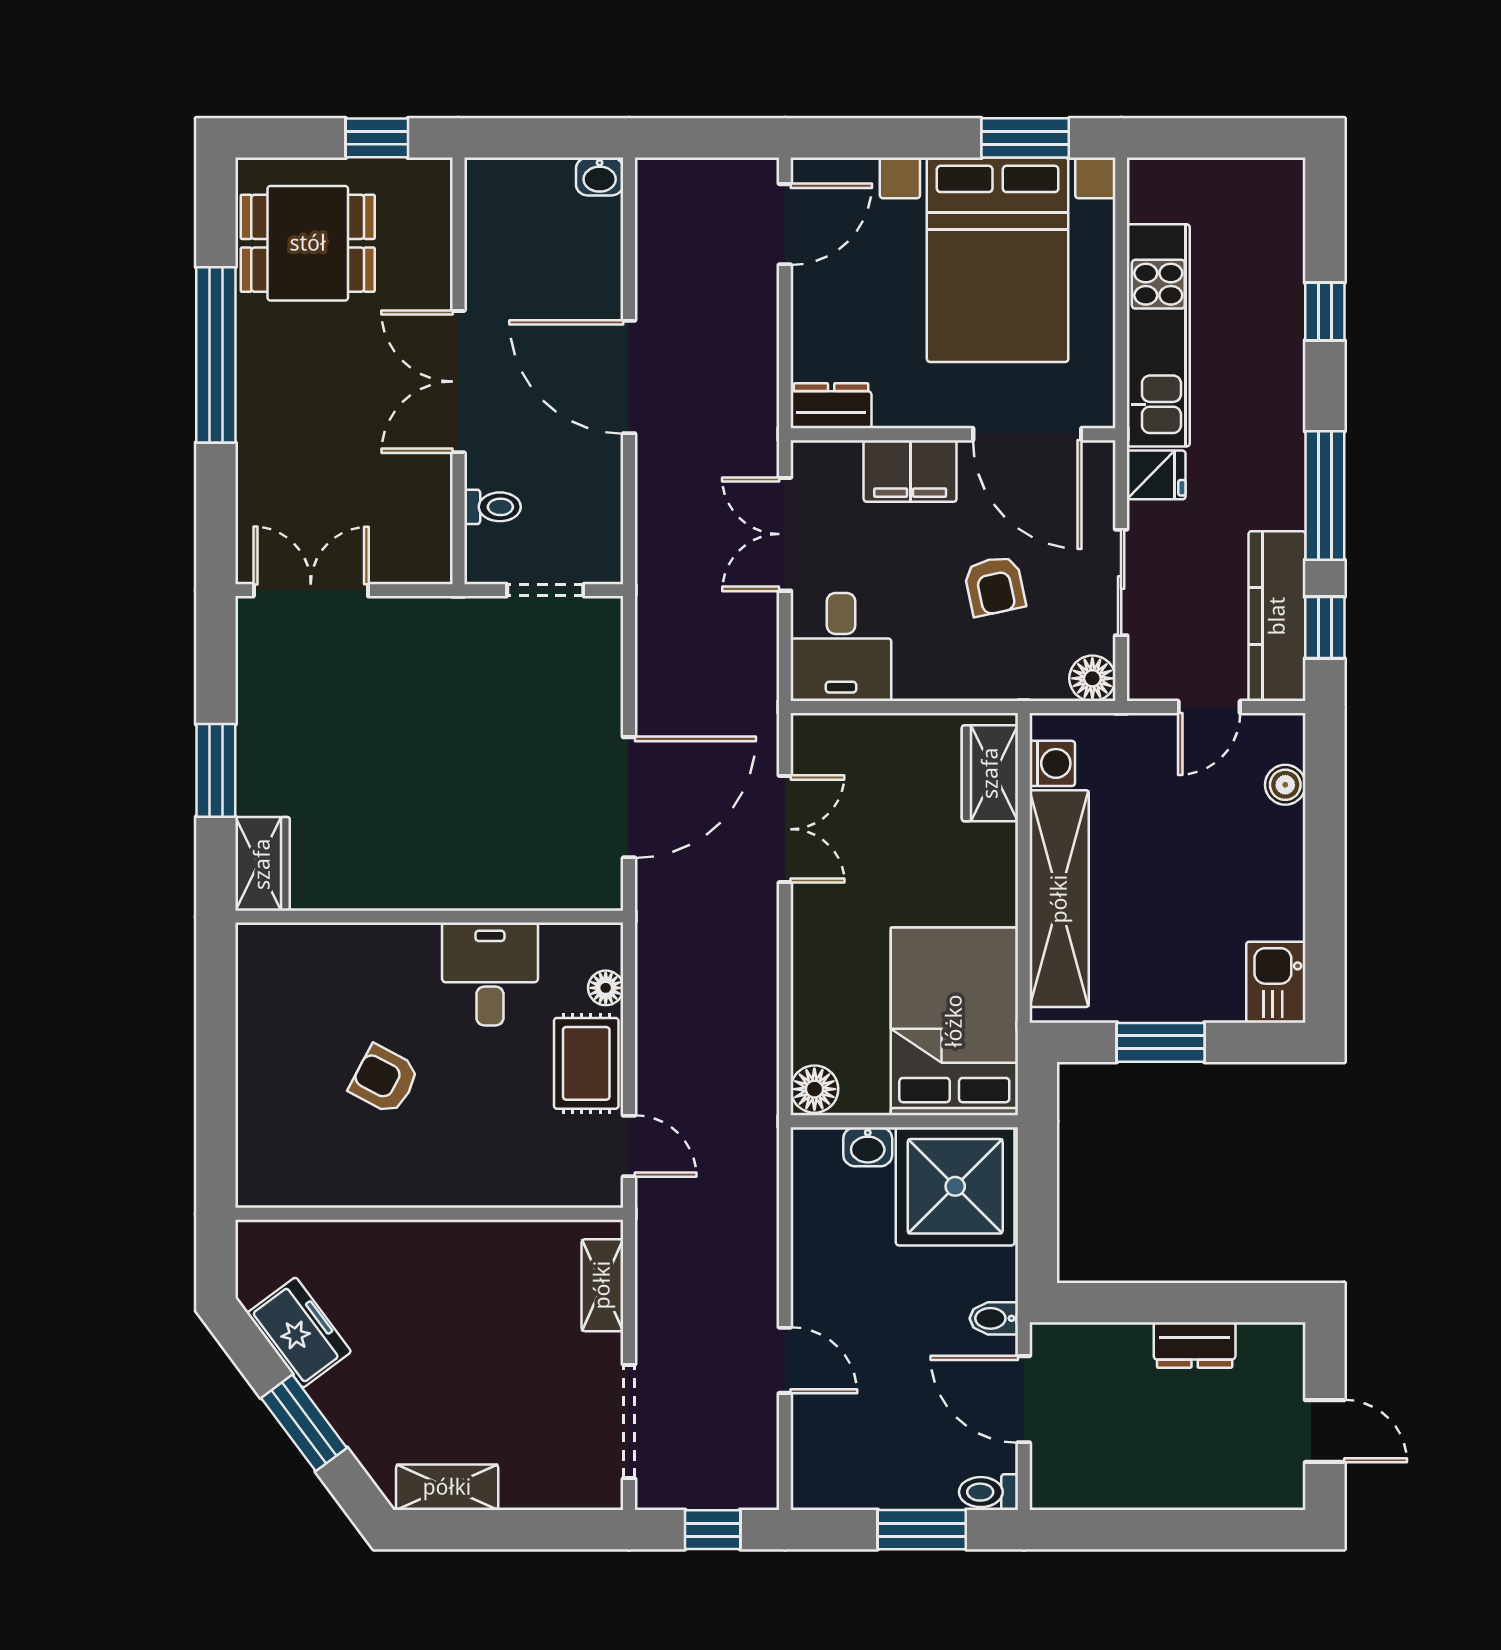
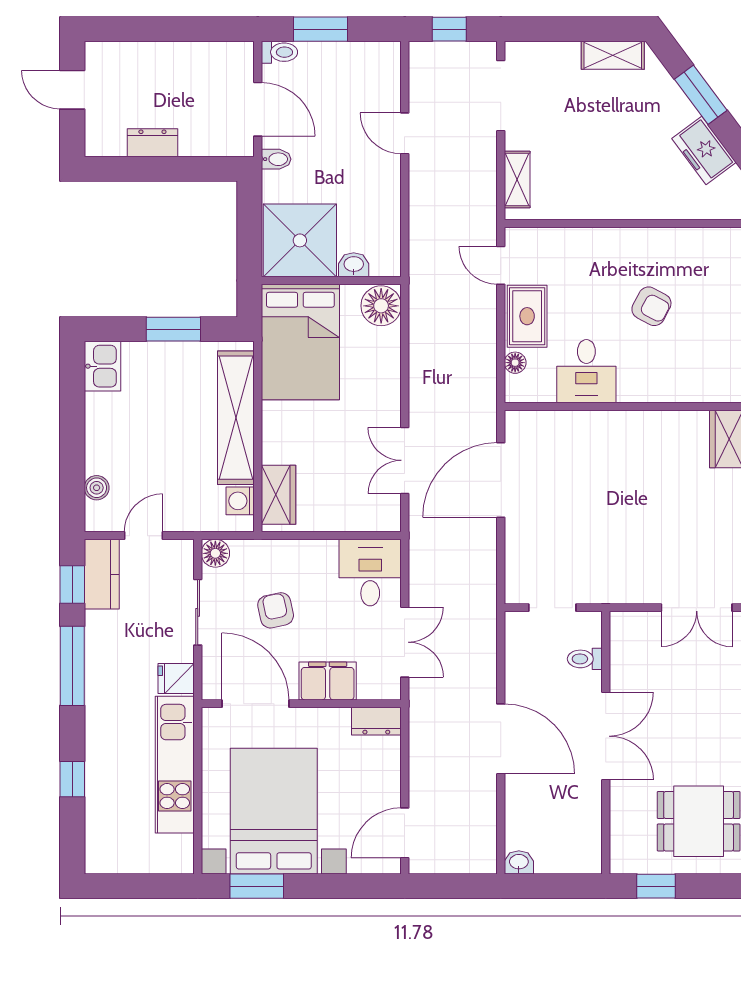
kitchen counter: (1277, 616) -> (102, 574), width x0.67
floor lamp: (814, 1089) -> (381, 306), width x1.38, depth x1.38

